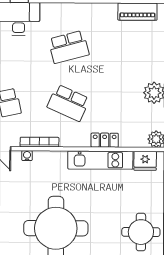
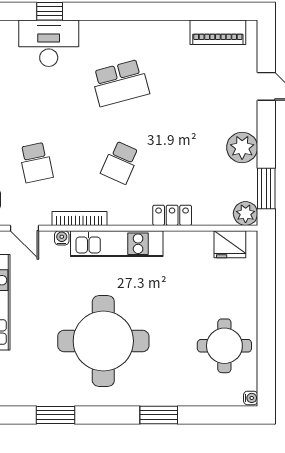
school desk: (68, 103) -> (120, 162), width x0.54
kitchen unit: (100, 160) -> (117, 244), moved

